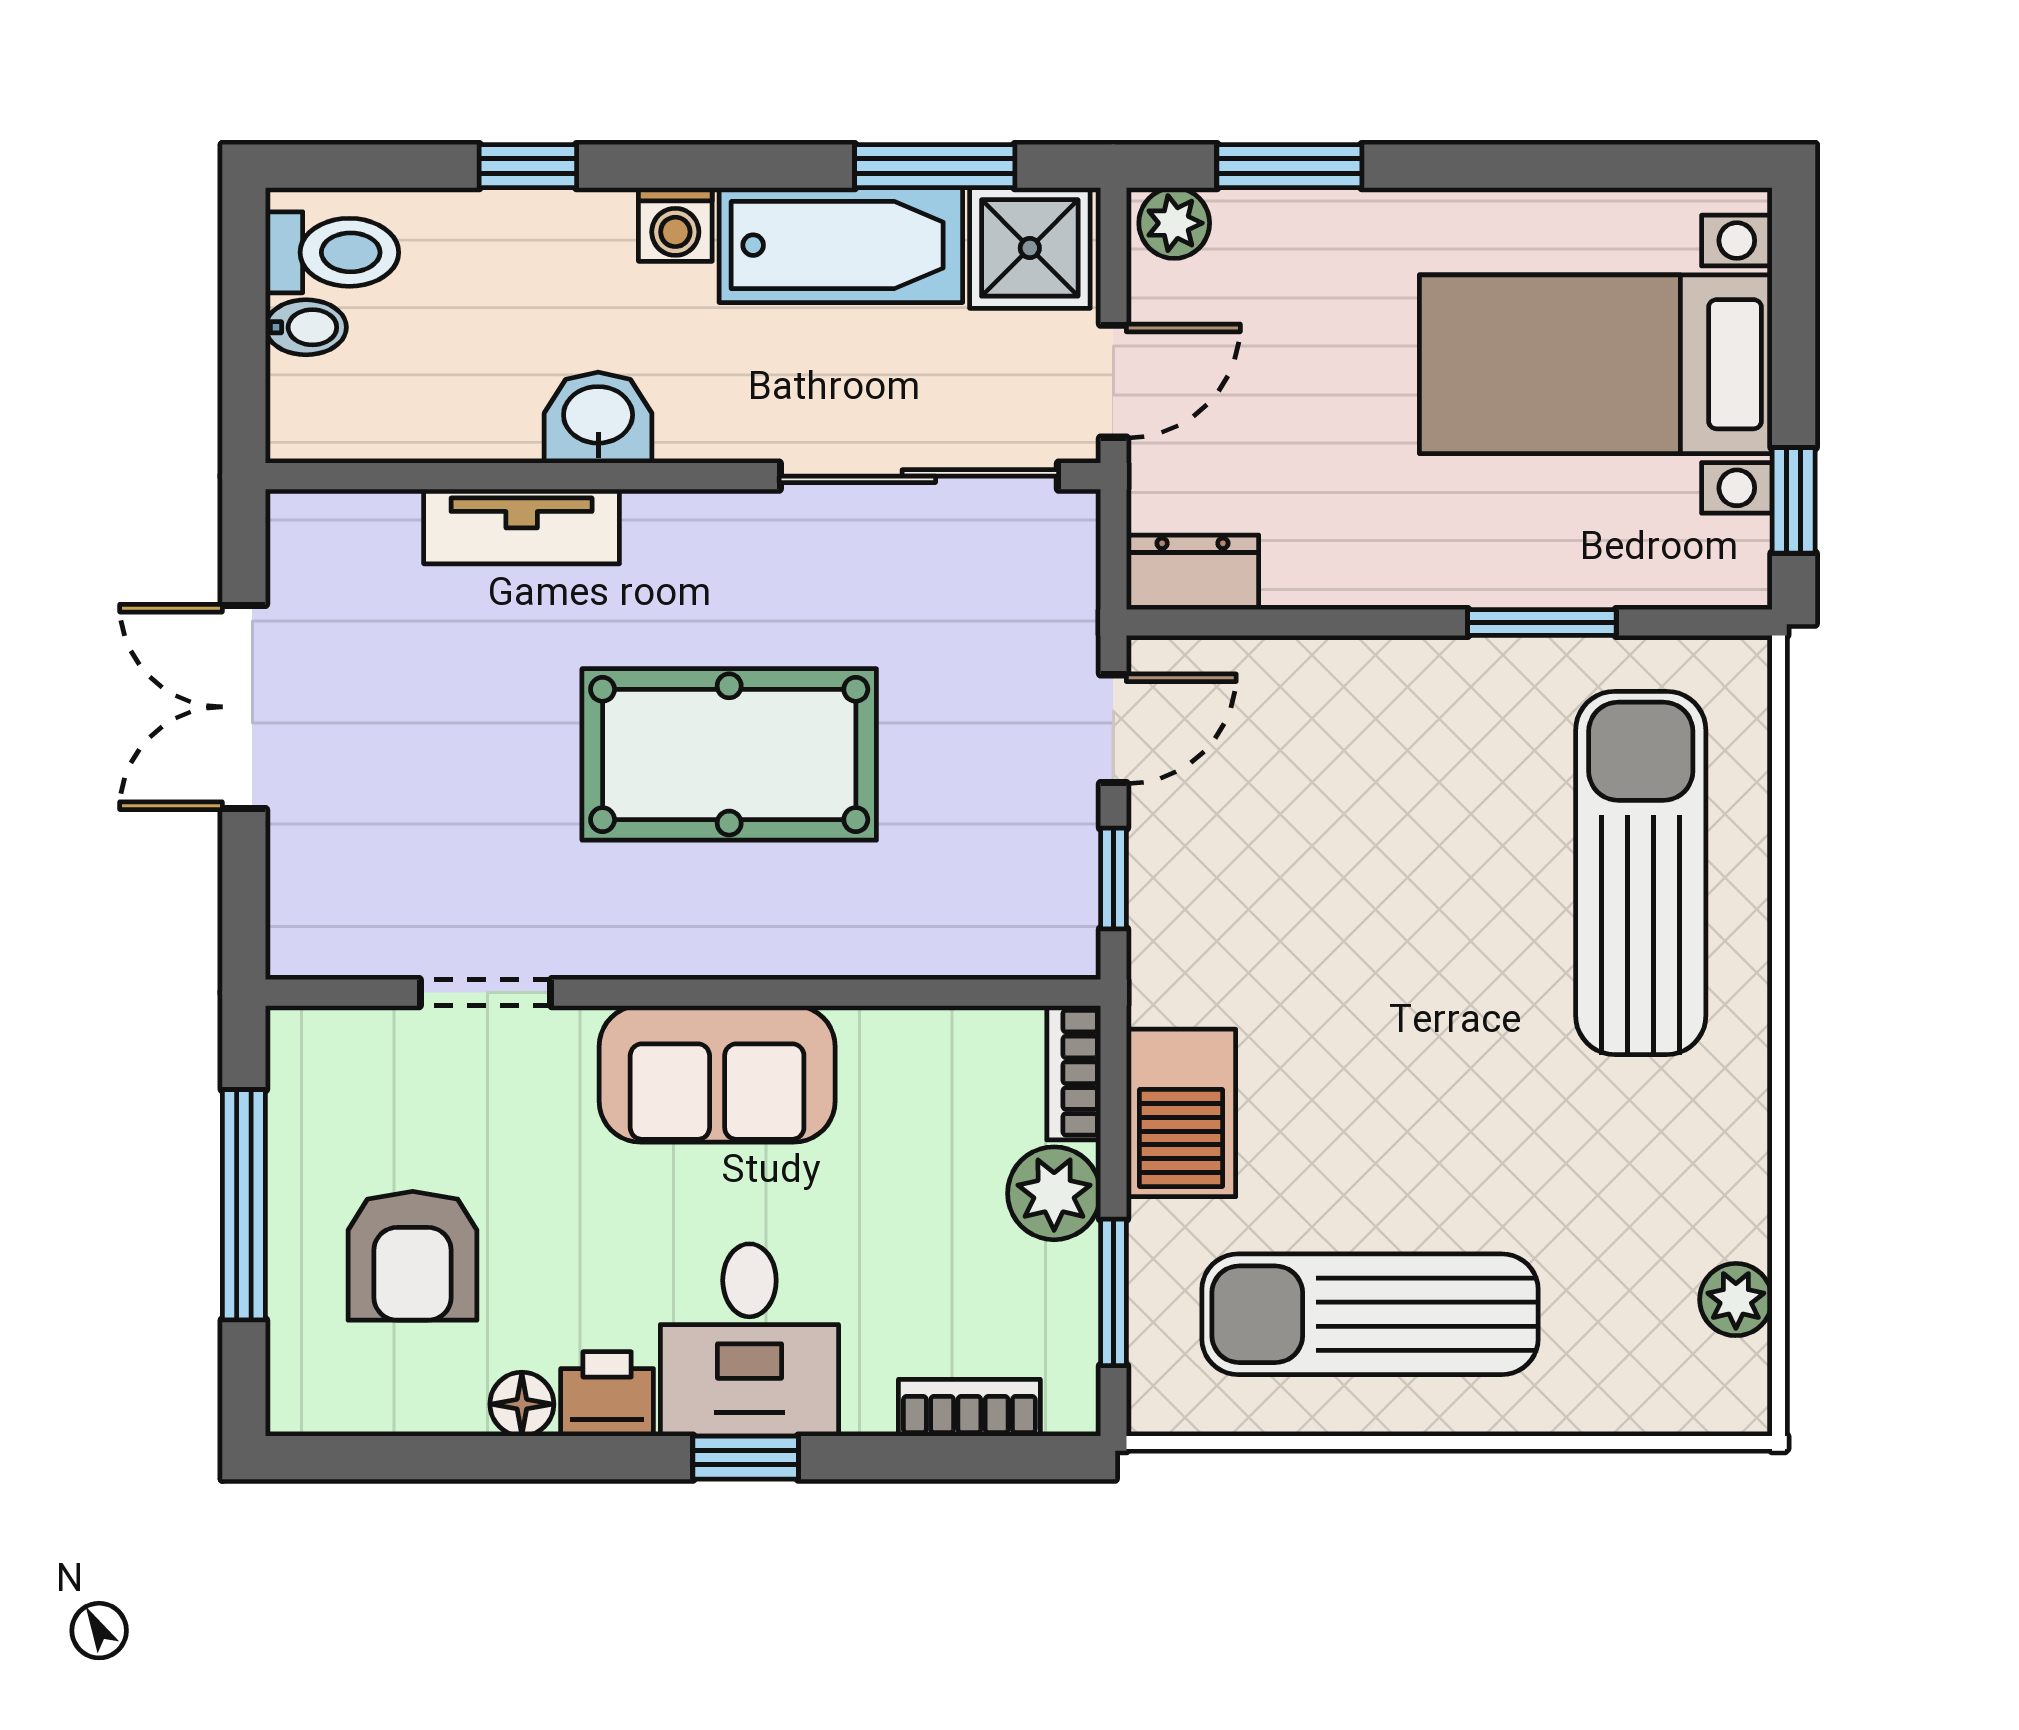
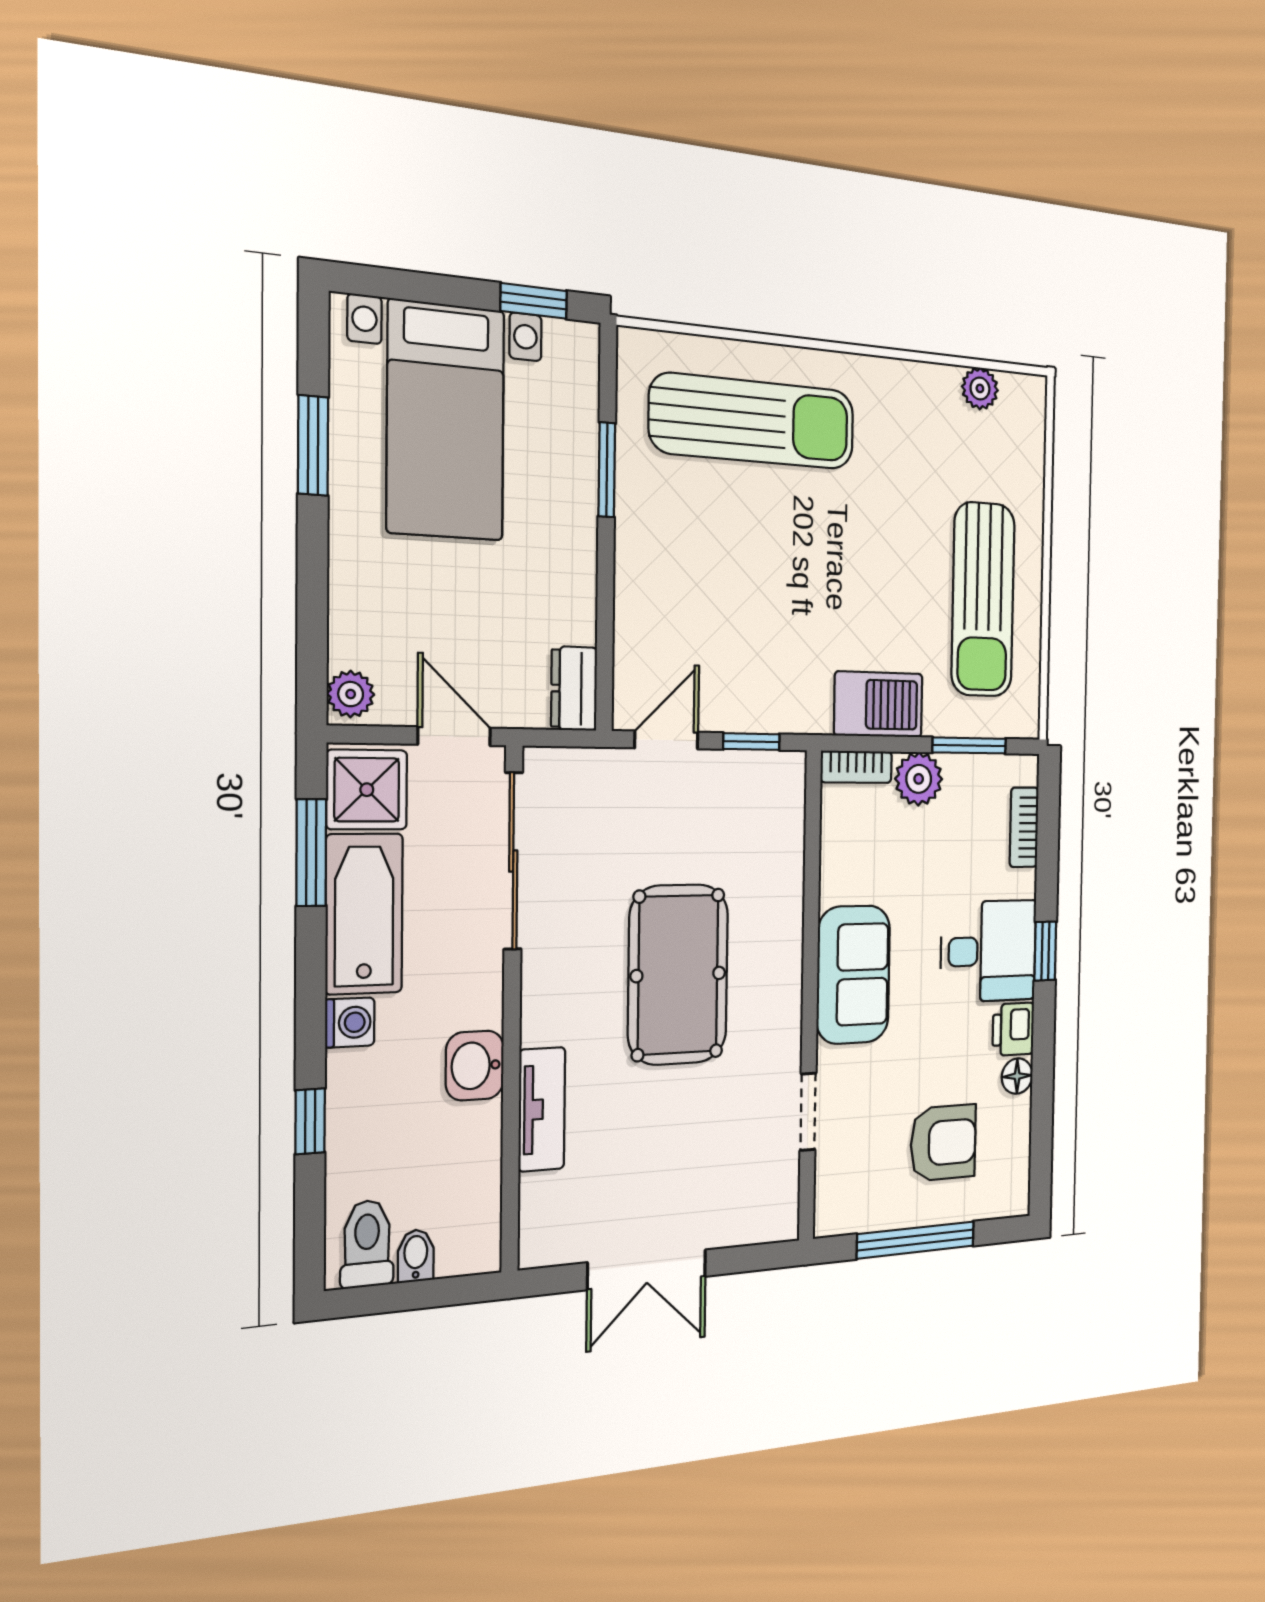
window: (1289, 166) -> (313, 445), moved
door: (1113, 729) -> (666, 740), hinge flipped
sun lounger: (1641, 873) -> (753, 421), turned 180

